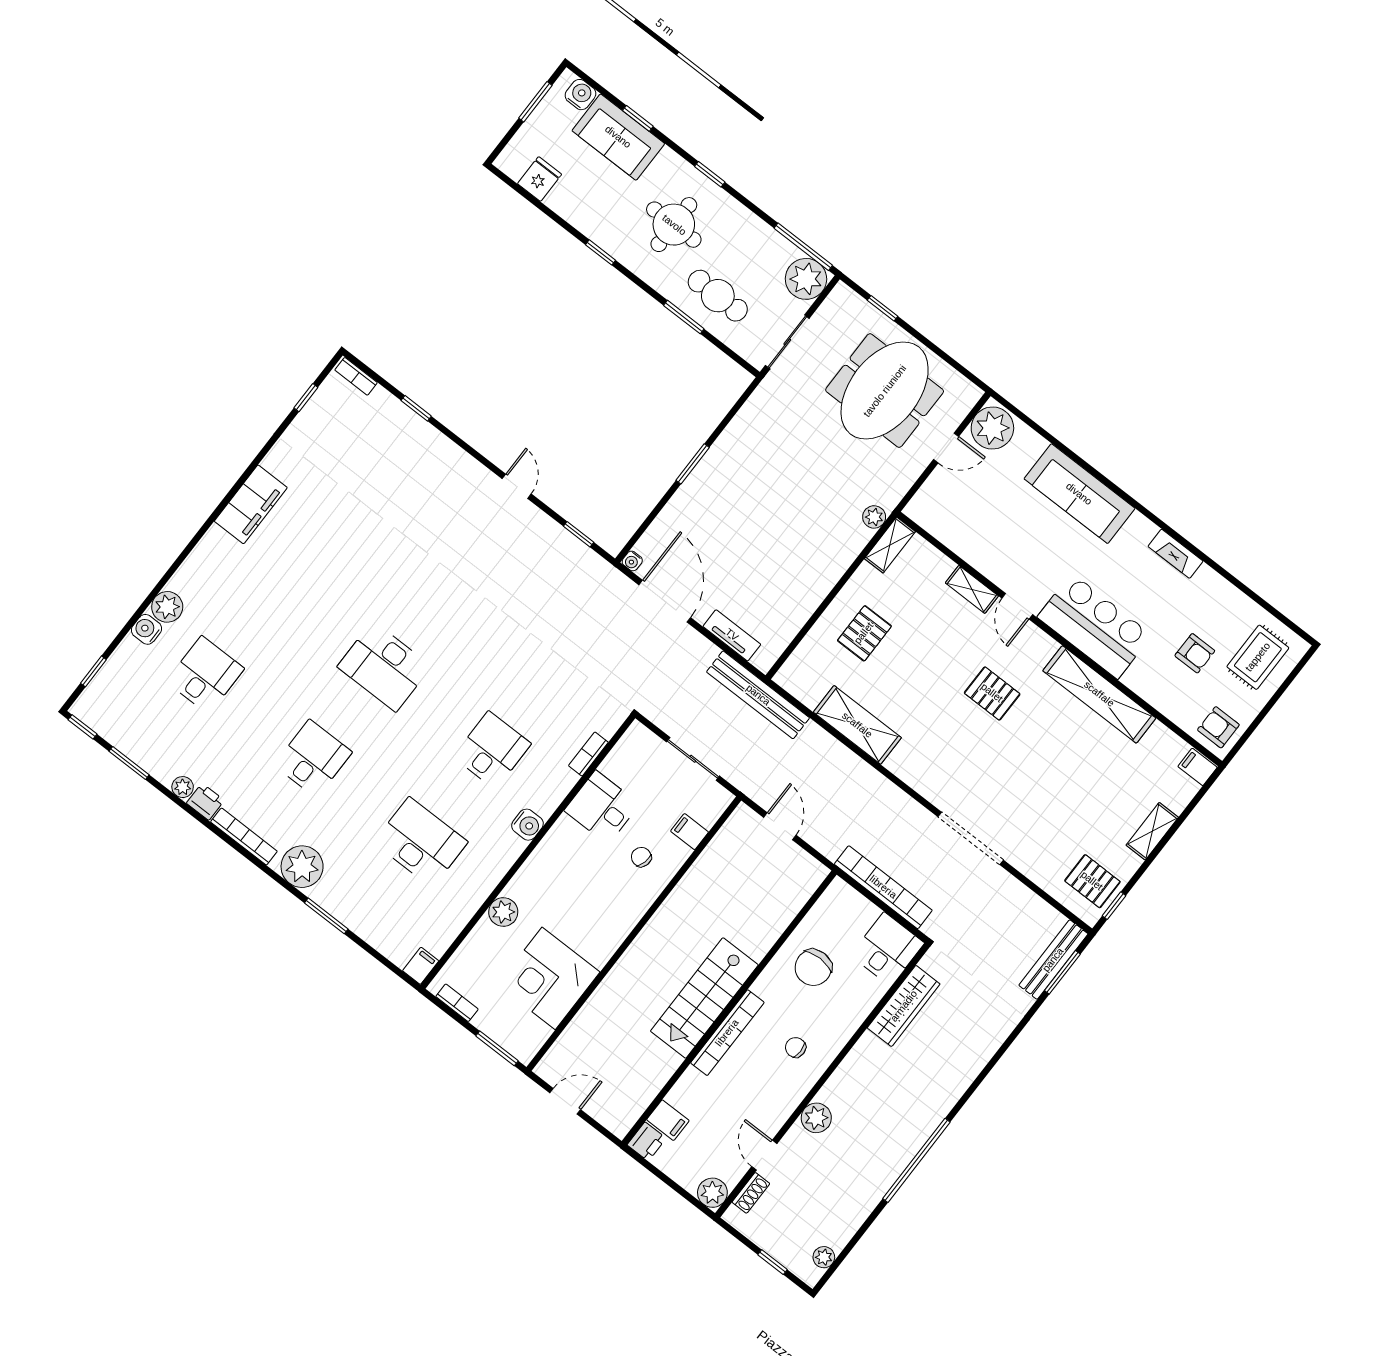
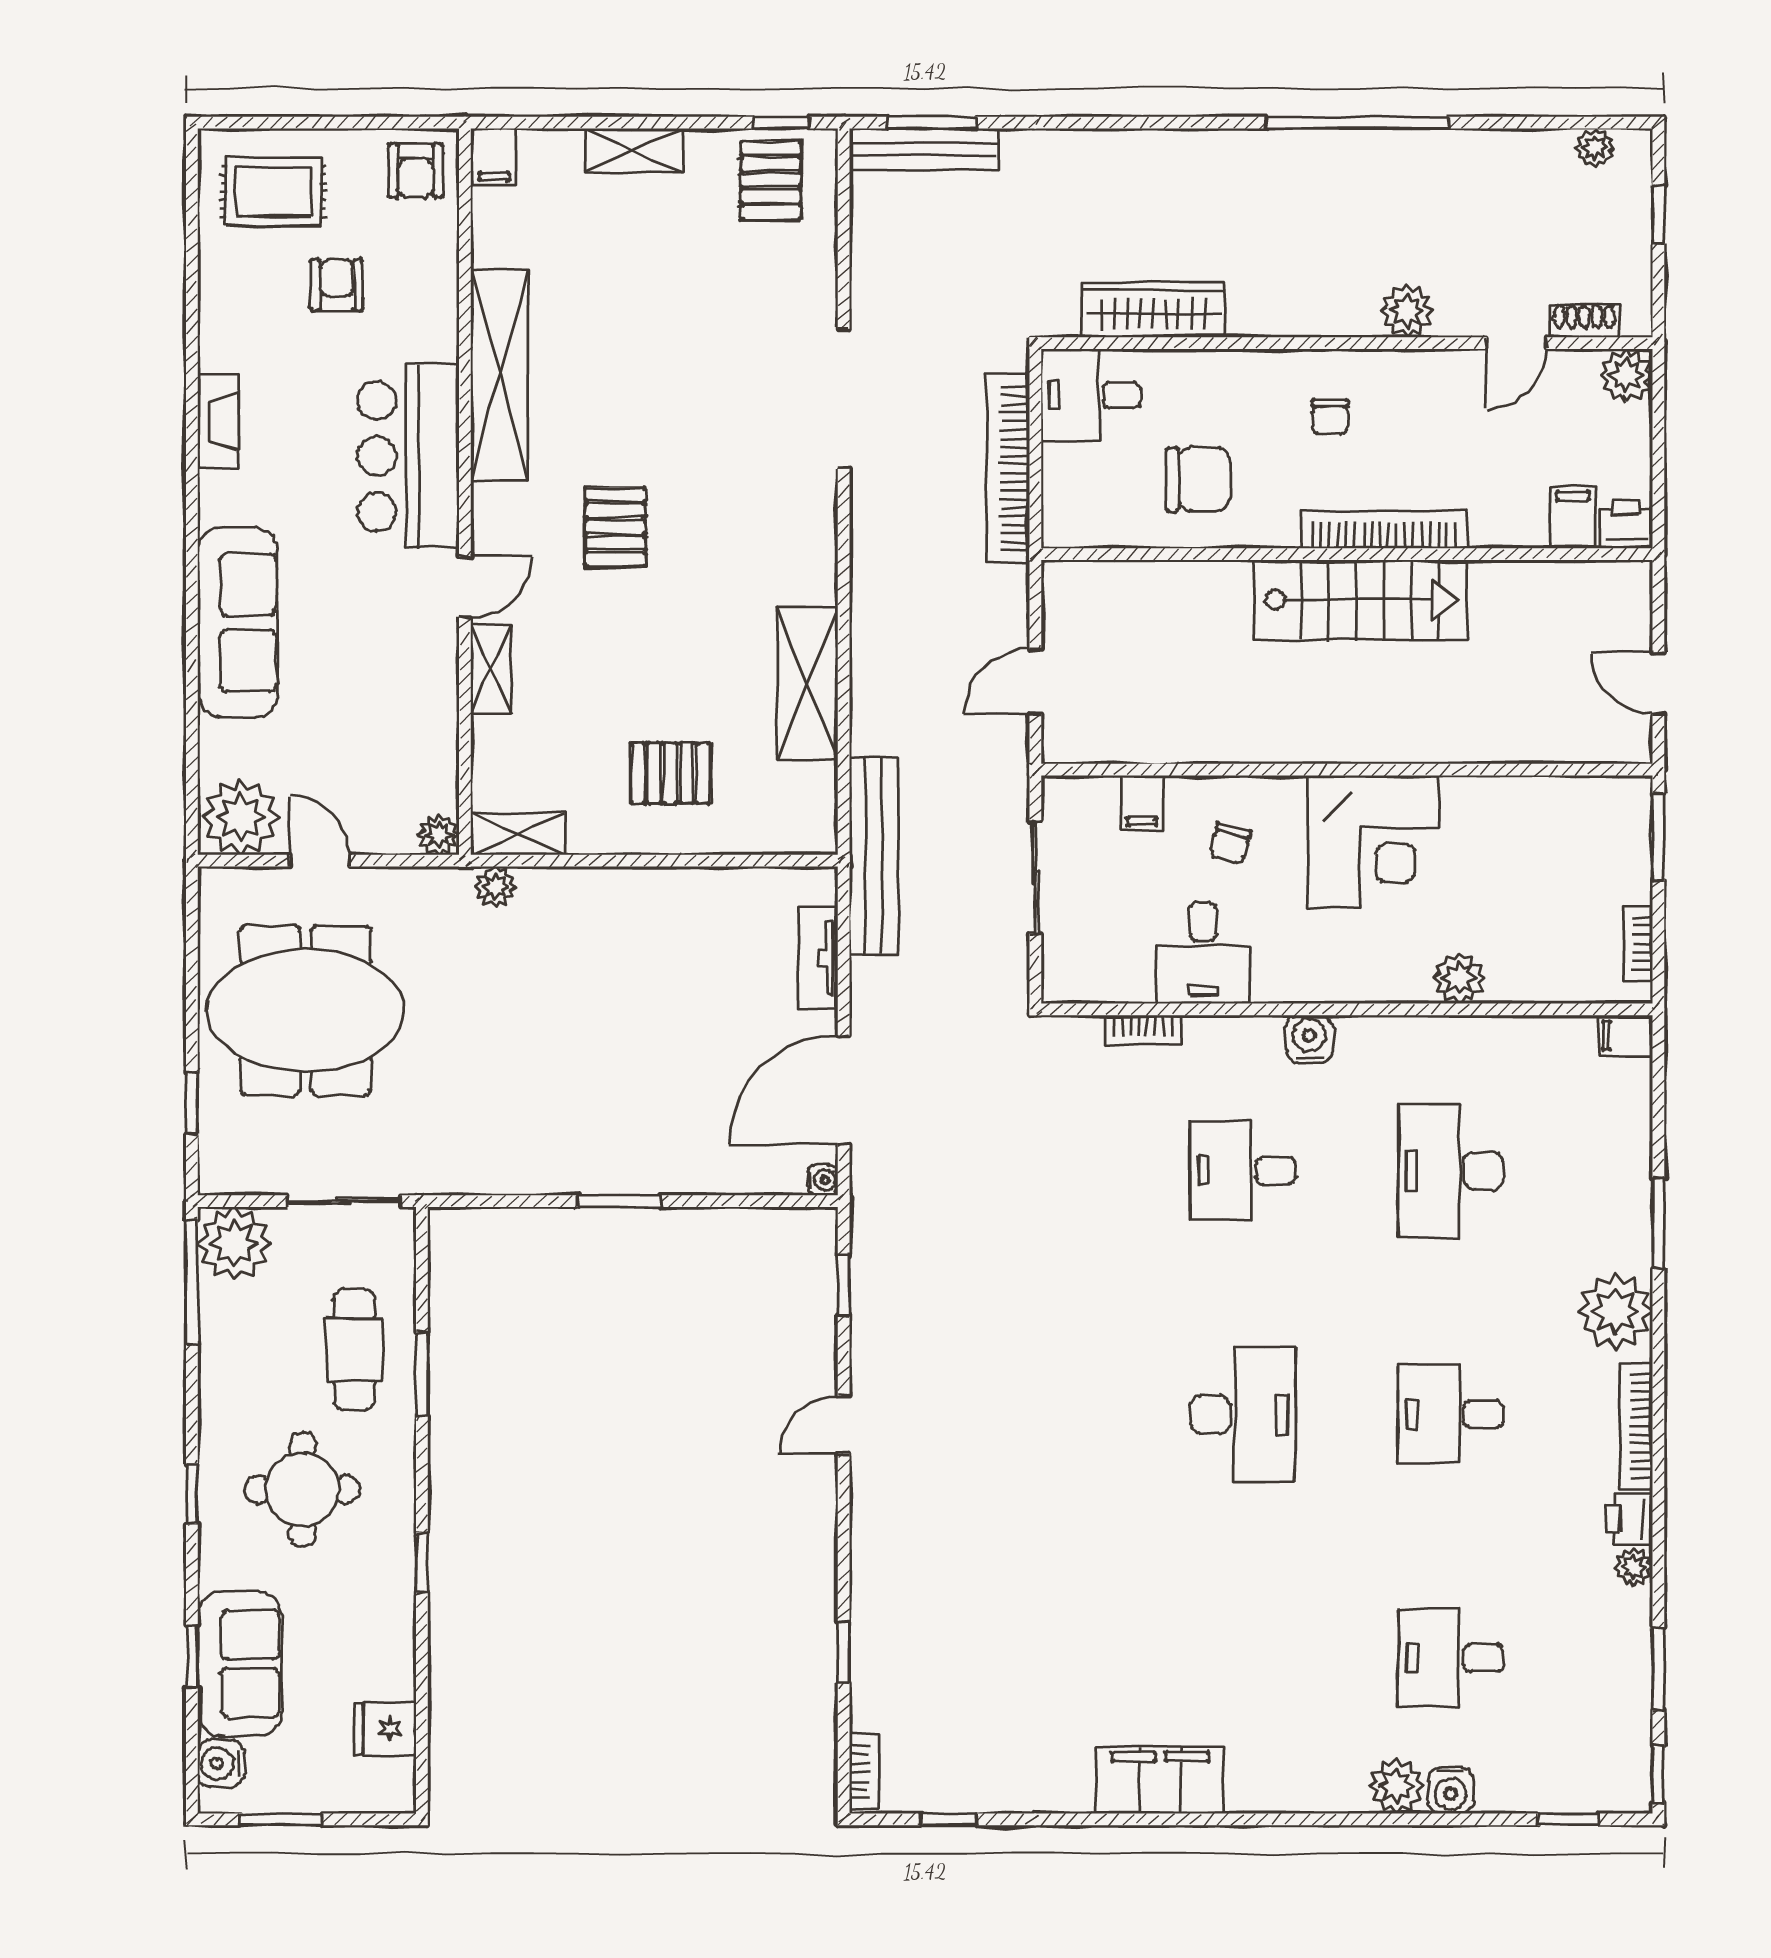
plant: (917, 510) -> (439, 835), added
corner desk: (549, 978) -> (1373, 841), moved

